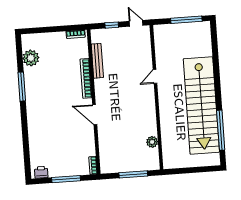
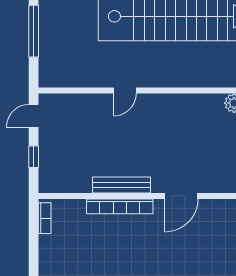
bench: (97, 61) -> (122, 185), moved
door: (155, 76) -> (125, 91), hinge flipped

